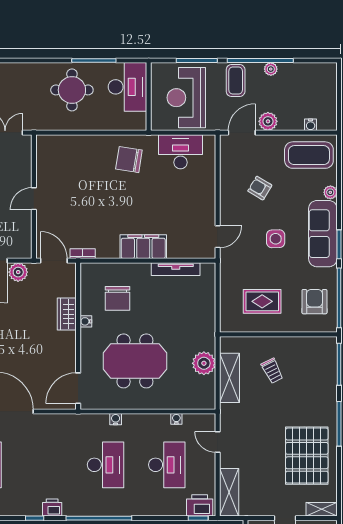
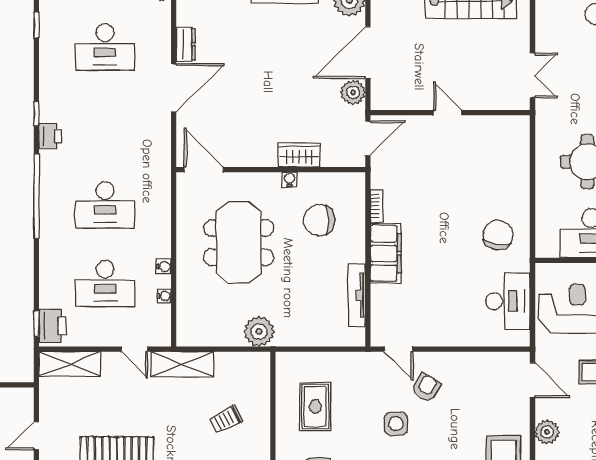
plant: (268, 121) -> (547, 432), moved
armchair: (260, 188) -> (426, 388), moved
bookcase: (83, 254) -> (377, 206), moved
plant: (204, 363) -> (259, 331), moved
shelving: (229, 378) -> (182, 364), moved
water cooler: (116, 419) -> (164, 266), moved
door: (218, 442) -> (134, 349), swing flipped

